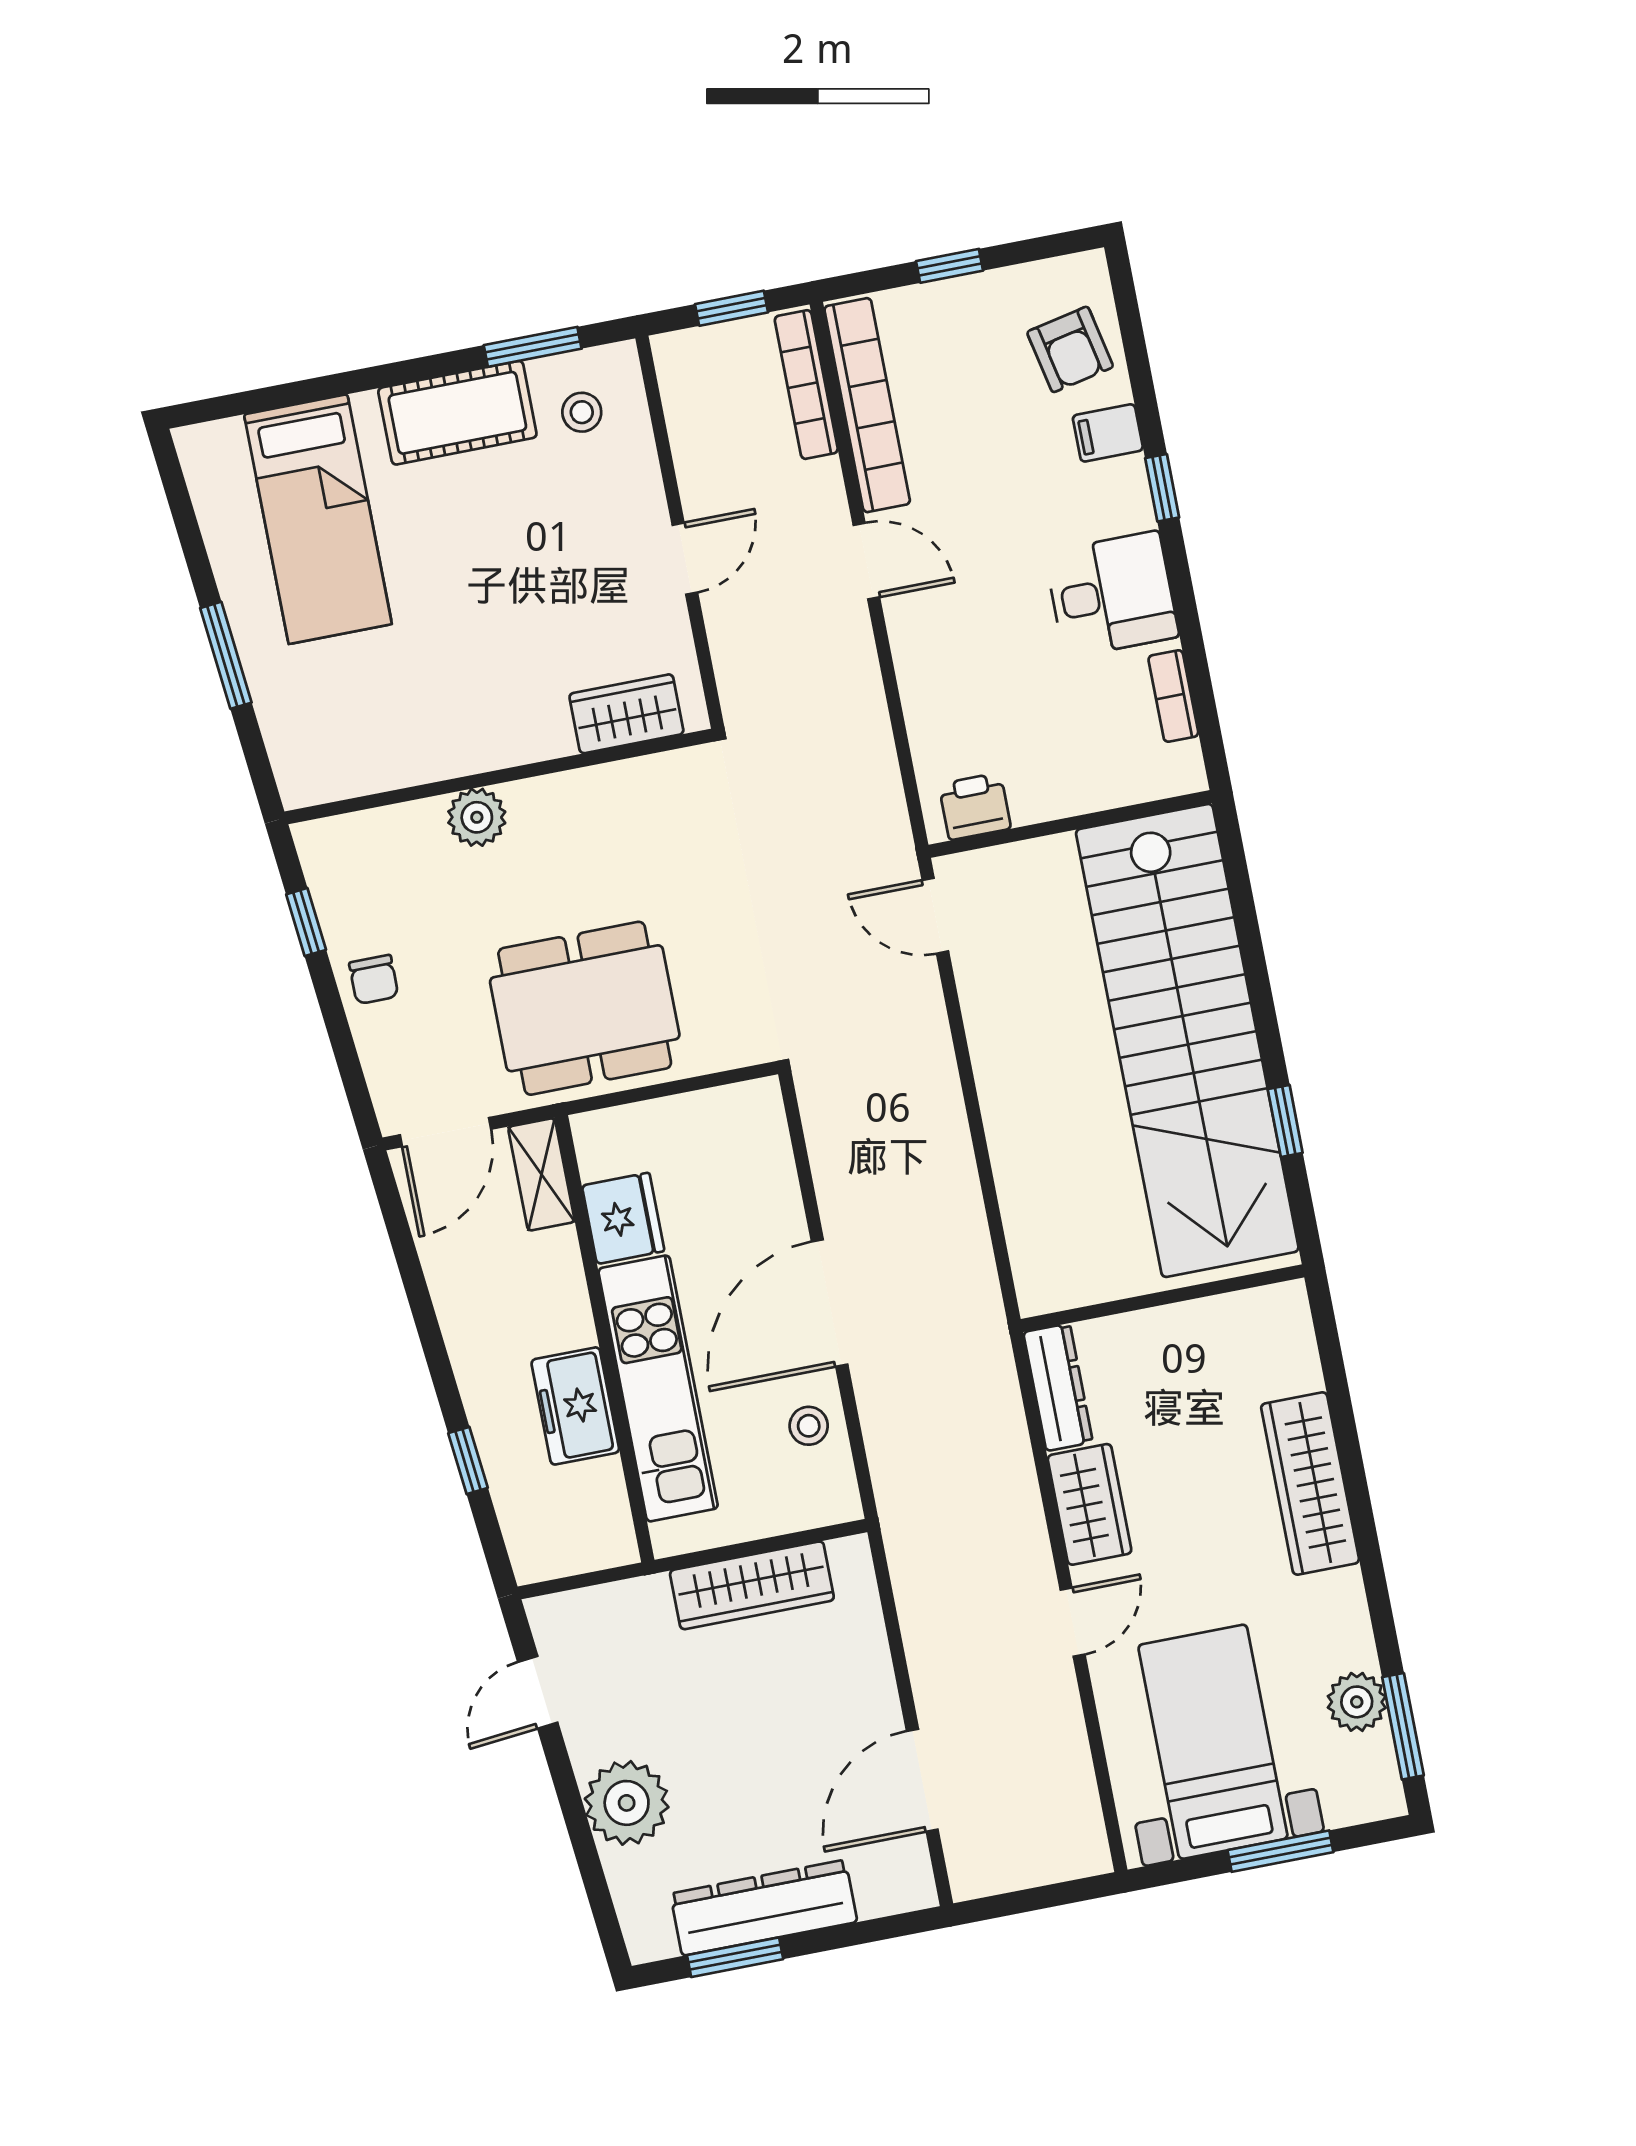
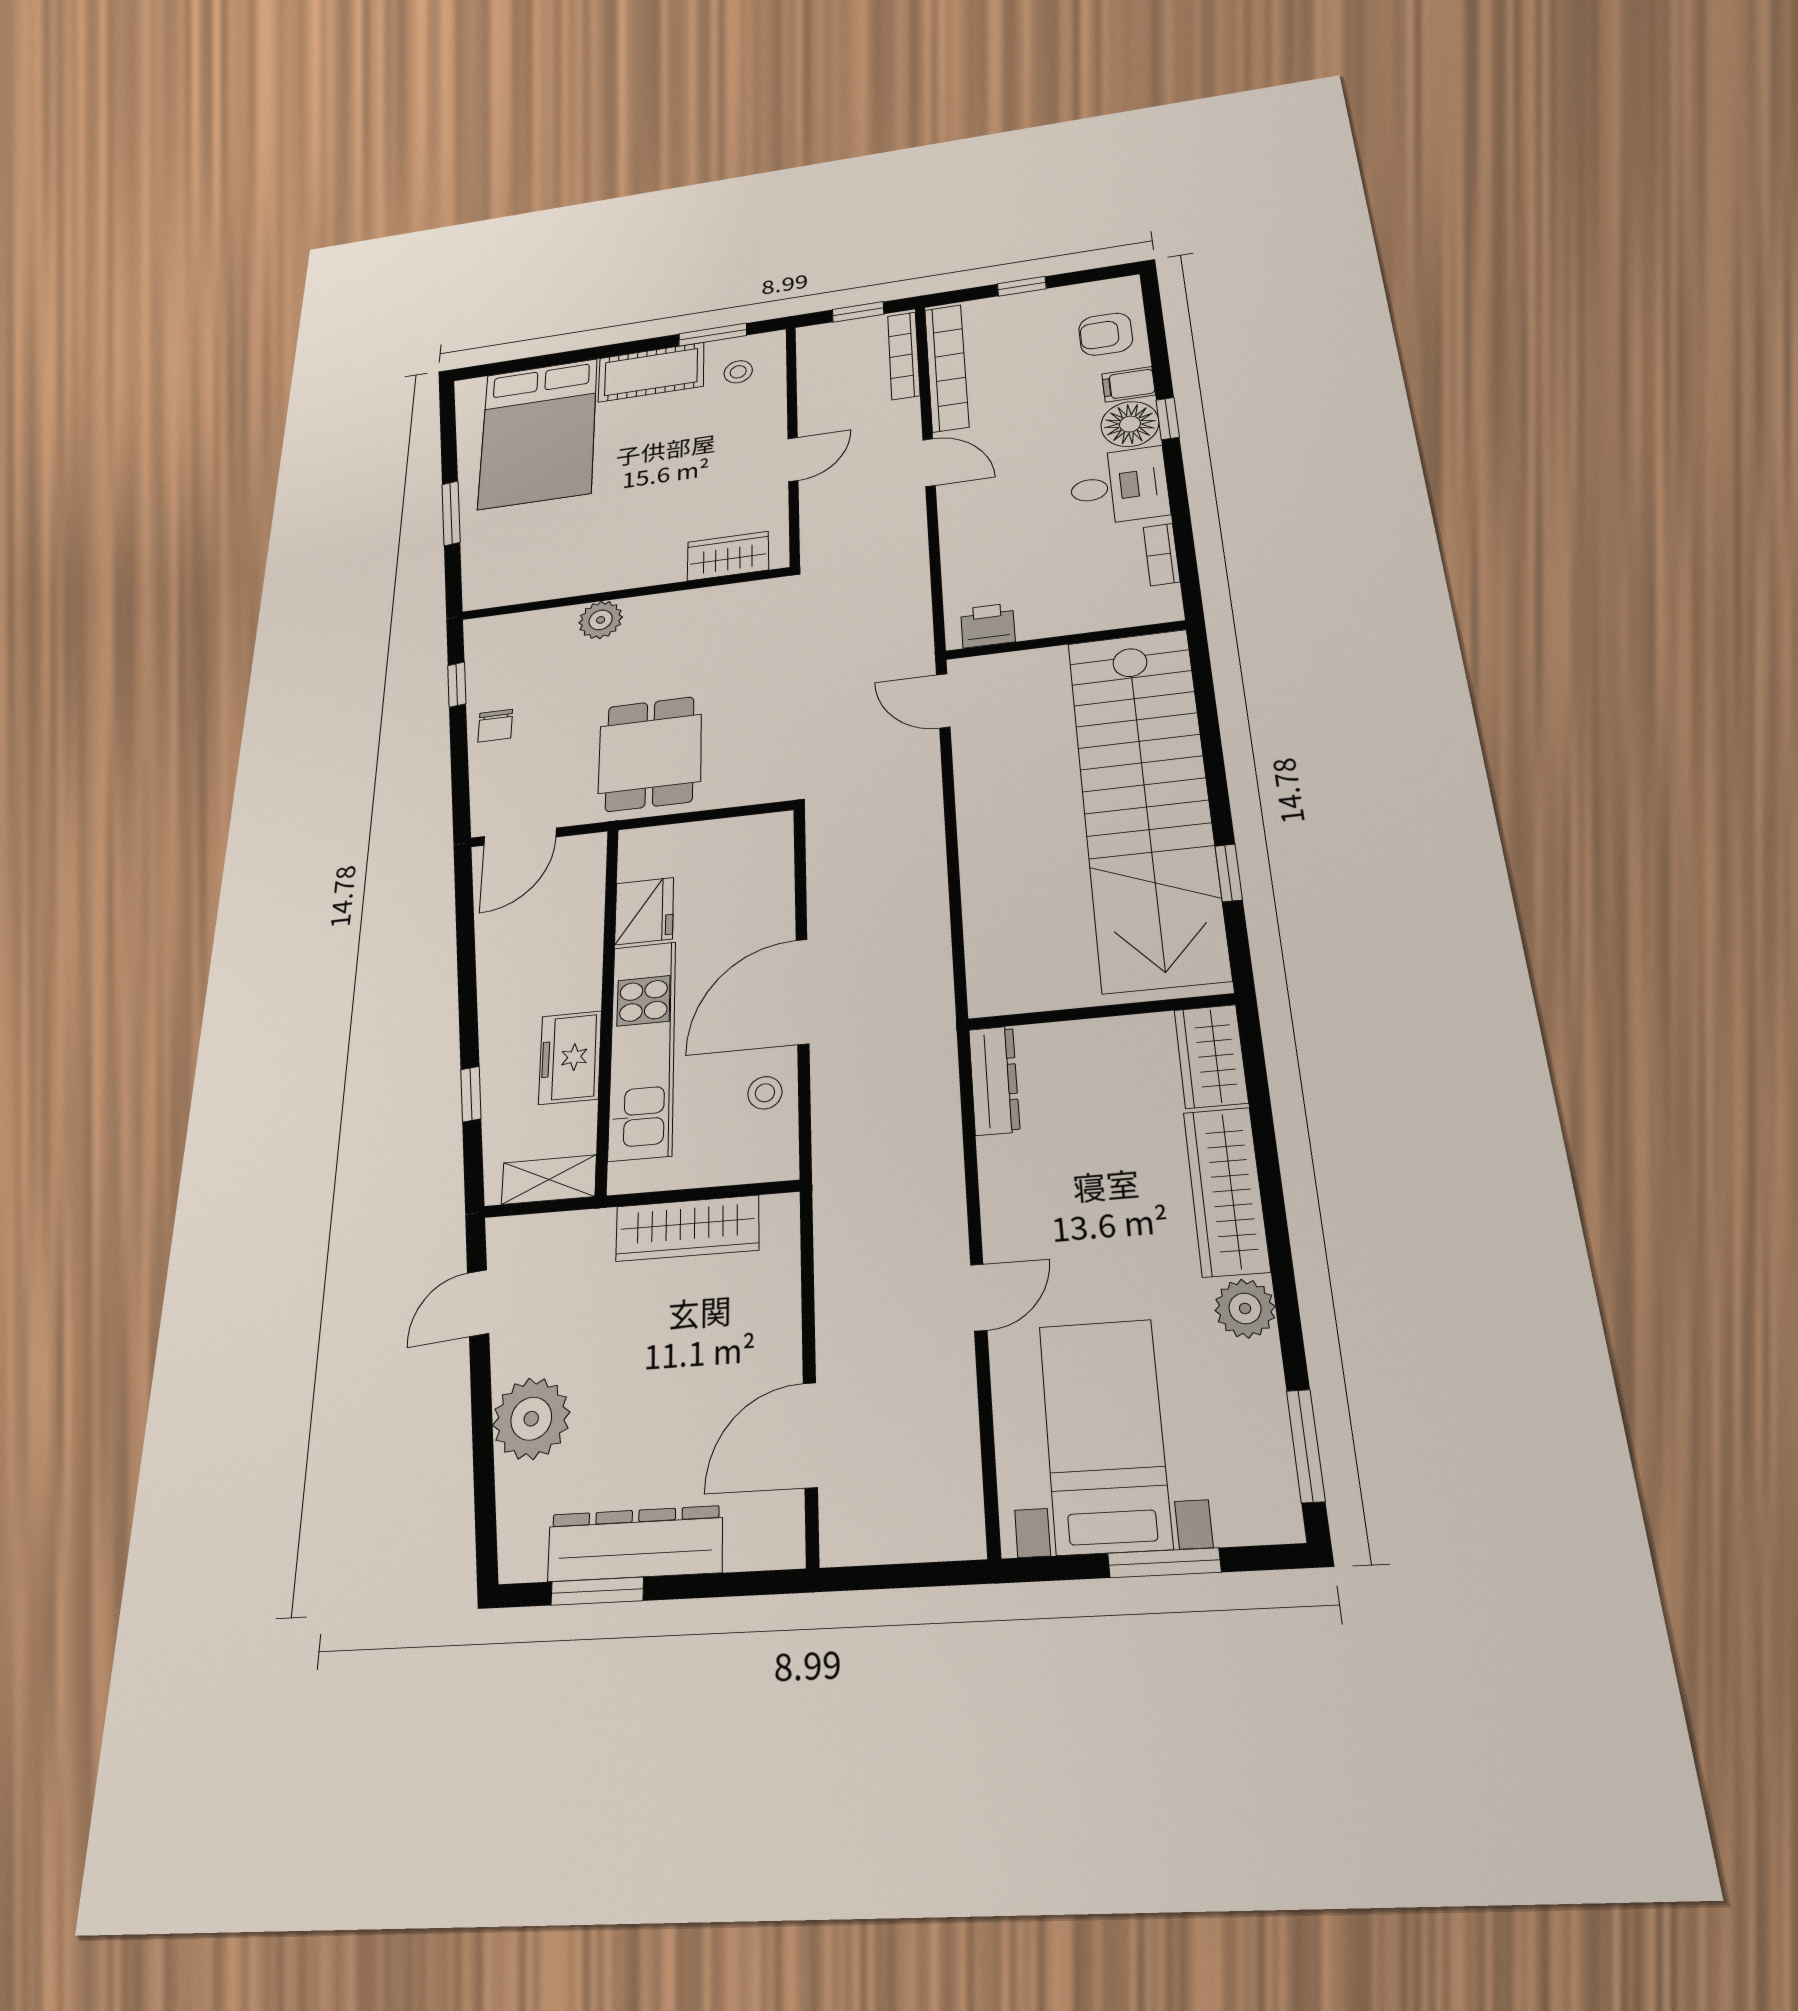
armchair: (1070, 349) -> (1106, 334), turned 102
floor lamp: (1116, 497) -> (1130, 424), added
bed: (318, 519) -> (538, 433), width x1.50
dining table: (585, 1008) -> (650, 754), width x0.73
shelving: (541, 1174) -> (549, 1180), moved, turned 90
wardrobe: (1090, 1504) -> (1211, 1056), moved, turned 180
plant: (1357, 1702) -> (1245, 1308), moved

